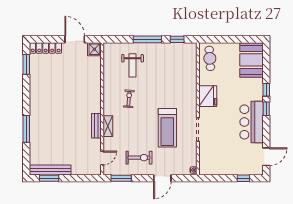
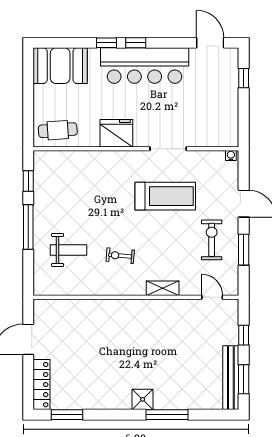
shower: (94, 49) -> (143, 399), moved
bar counter: (252, 122) -> (145, 65), width x1.36
bench: (96, 126) -> (162, 306), removed
window: (78, 178) -> (244, 335), added
window: (121, 178) -> (244, 250), moved

